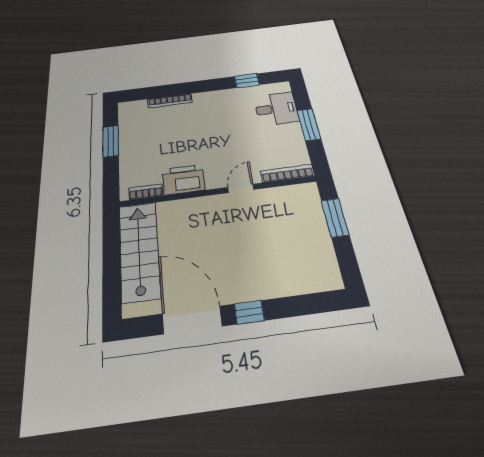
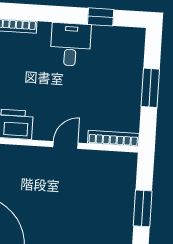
desk: (276, 109) -> (71, 44), moved, turned -90
window: (335, 218) -> (143, 208), moved

